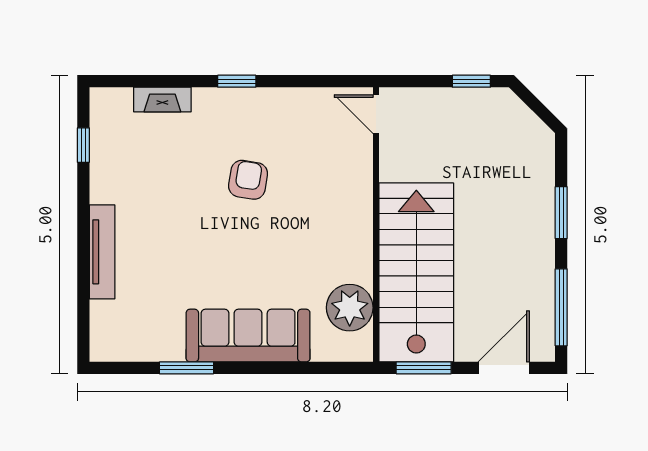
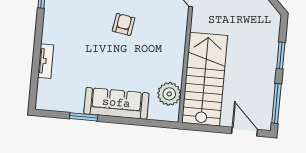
tv unit: (102, 252) -> (46, 61), width x0.71
window: (424, 368) -> (204, 128), removed
door: (504, 368) -> (245, 132), hinge flipped

